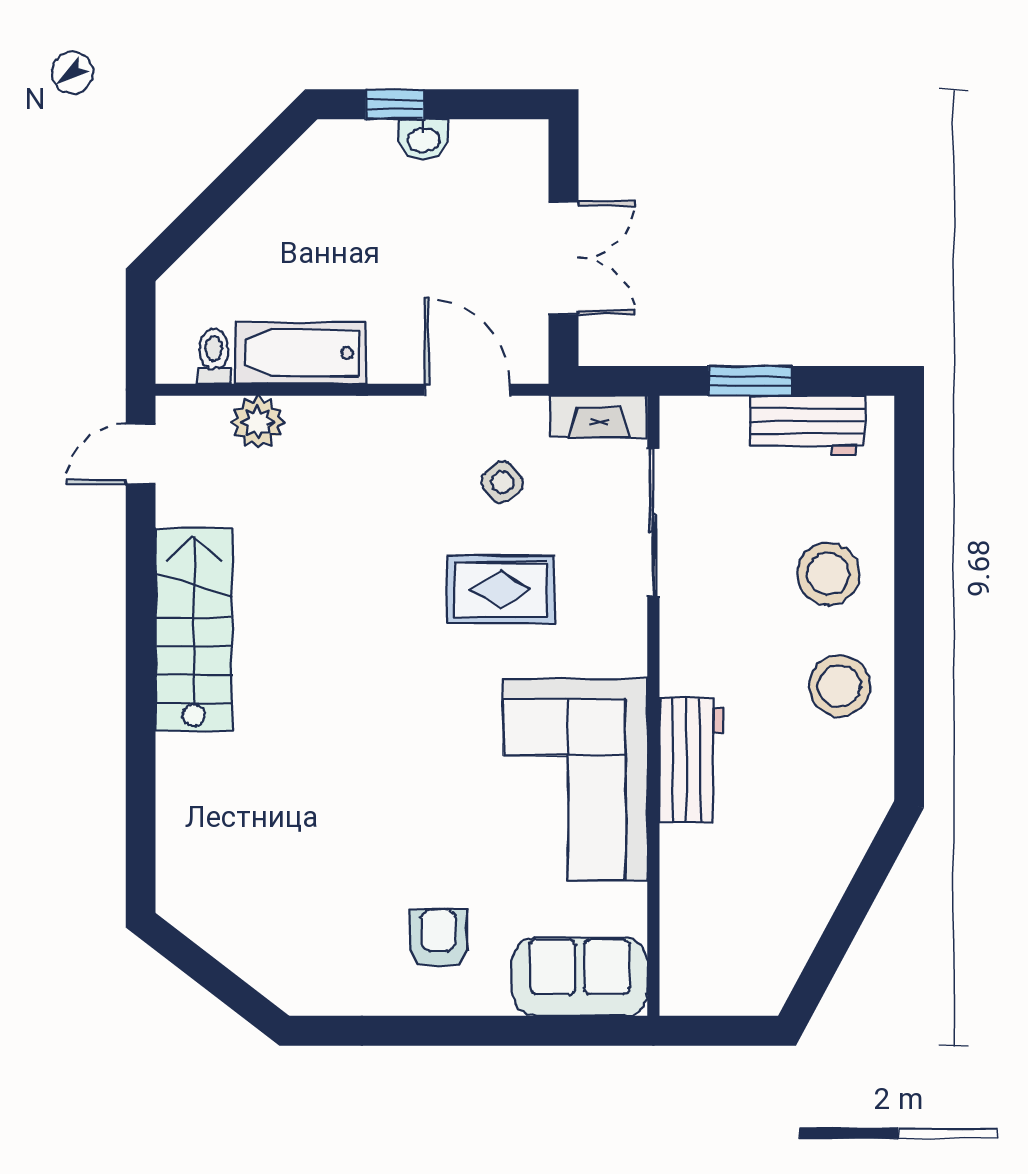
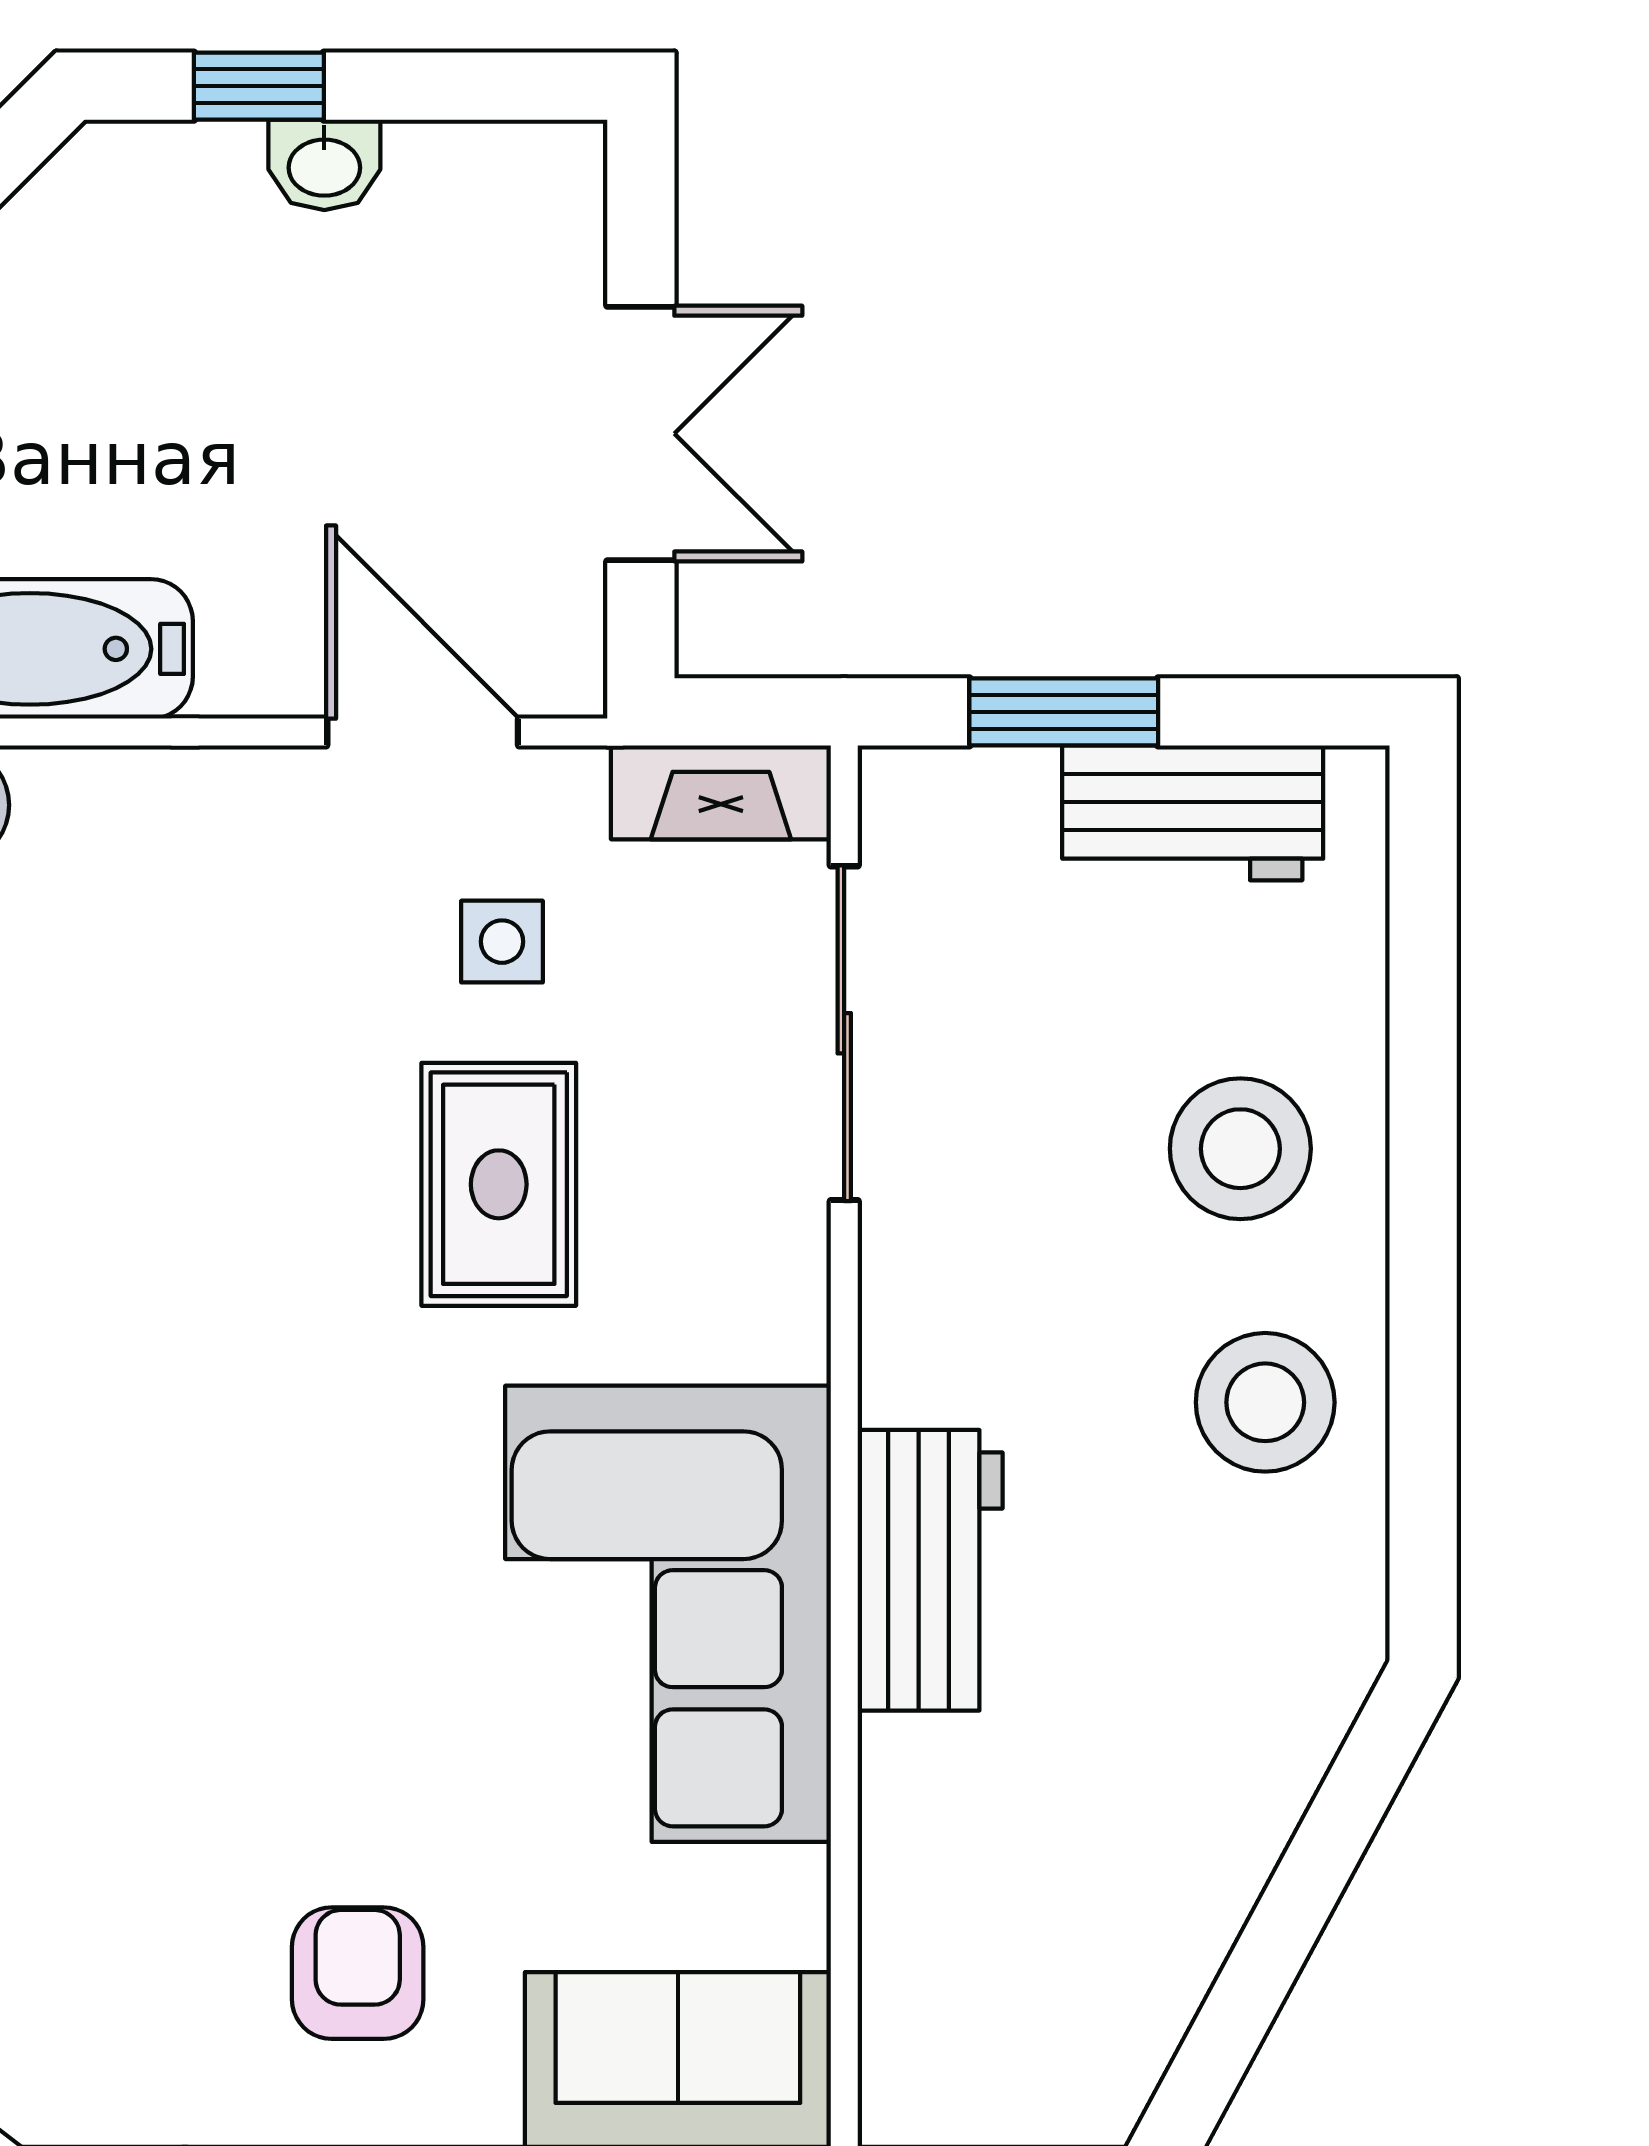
side table: (502, 482) -> (502, 942), turned 38
rug: (501, 590) -> (499, 1184), turned 90

